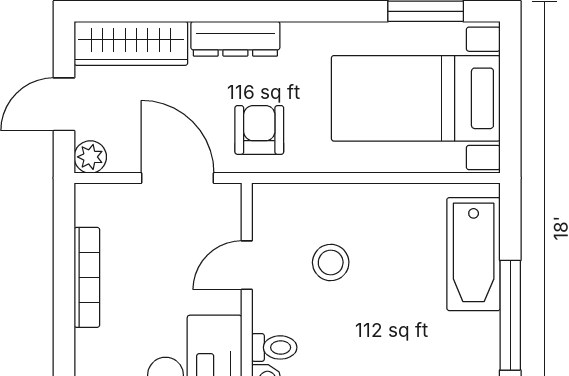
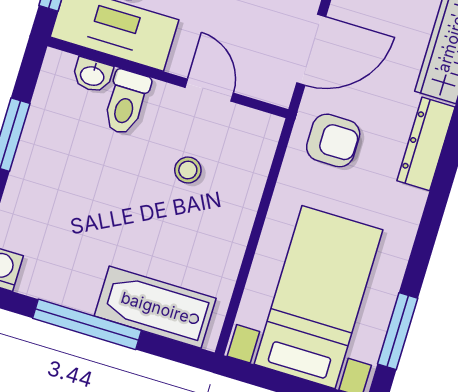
stool: (331, 263) -> (188, 170), width x0.73, depth x0.73
toilet: (274, 347) -> (126, 102), width x1.37, depth x1.39

